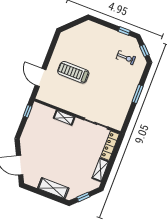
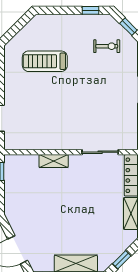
treadmill: (73, 72) -> (45, 61), moved

